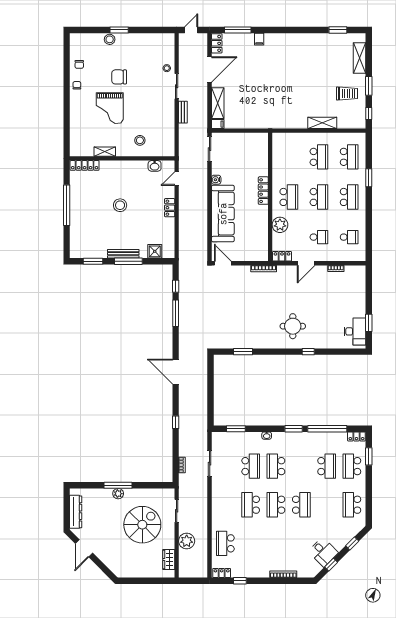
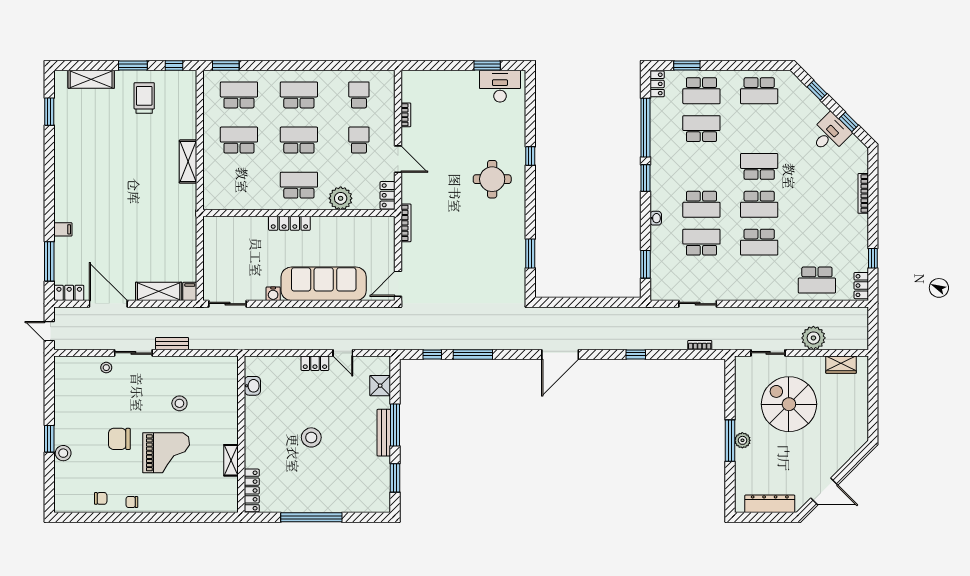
chair: (119, 77) -> (119, 439), turned 90
shelving: (322, 123) -> (188, 162), moved
stool: (140, 140) -> (179, 403), moved
window: (369, 178) -> (226, 65), moved
door: (177, 179) -> (343, 353), moved

